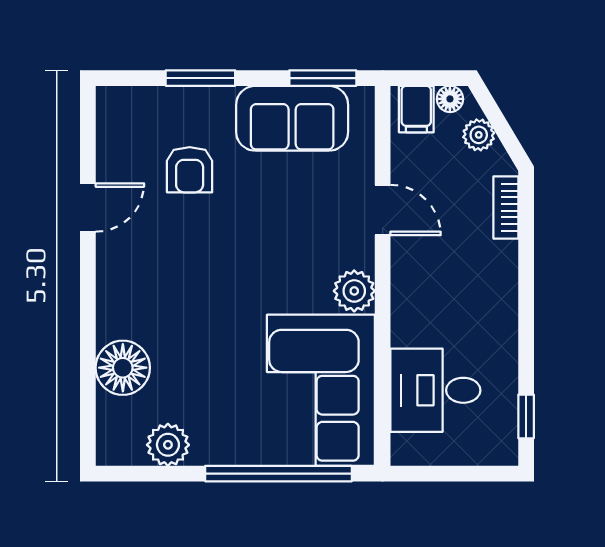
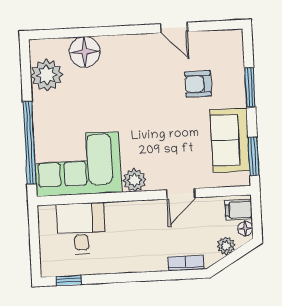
plant: (168, 445) -> (47, 75), width x1.36, depth x1.36

